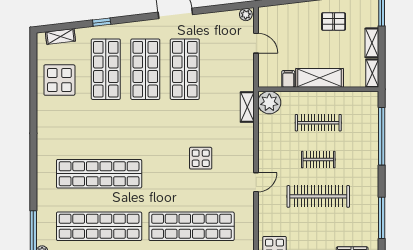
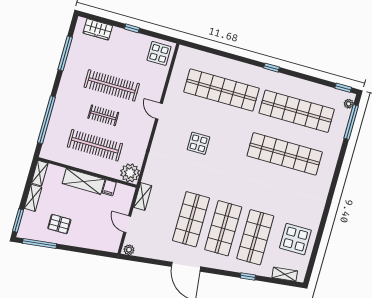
shelving: (247, 107) -> (143, 196), moved
clothes rail: (318, 123) -> (95, 145), width x1.37, depth x1.31
door: (256, 182) -> (159, 111), hinge flipped

